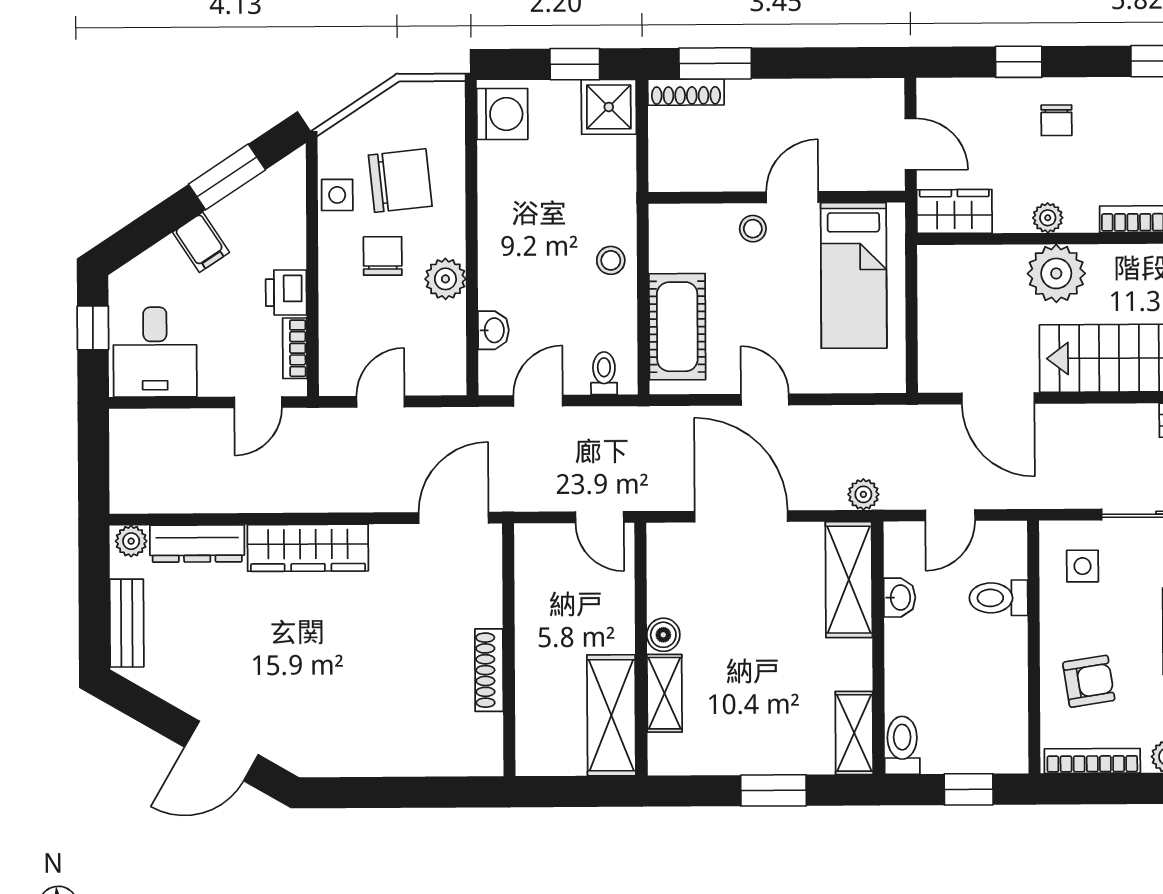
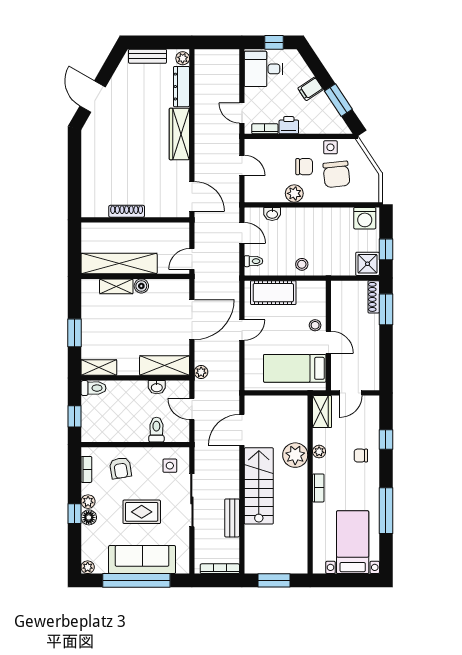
shelving: (611, 715) -> (119, 264), width x1.47
bookcase: (1092, 761) -> (86, 469), width x0.64

